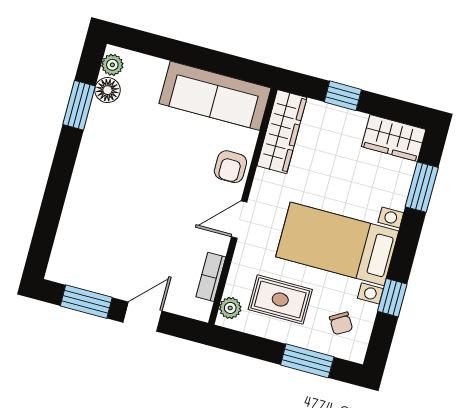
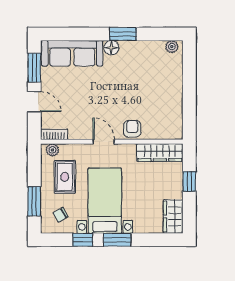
floor lamp: (107, 90) -> (111, 48), moved
sofa: (215, 96) -> (72, 53), moved, turned -90
window: (79, 105) -> (123, 34), moved
armchair: (230, 167) -> (132, 129), turned 90
window: (422, 187) -> (117, 240), moved
bookcase: (211, 277) -> (54, 134), moved

